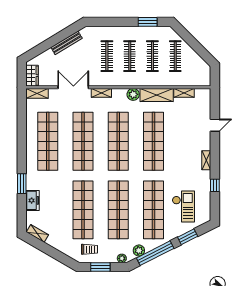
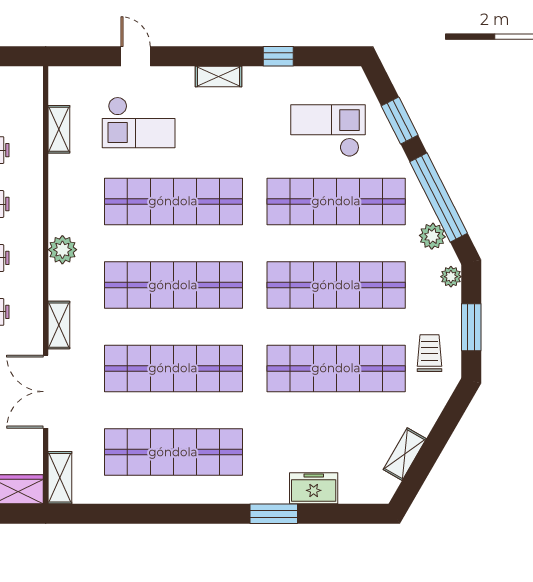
shelving: (157, 95) -> (64, 194), removed
checkout: (187, 127) -> (139, 122), added
shelving: (37, 233) -> (405, 454), moved

